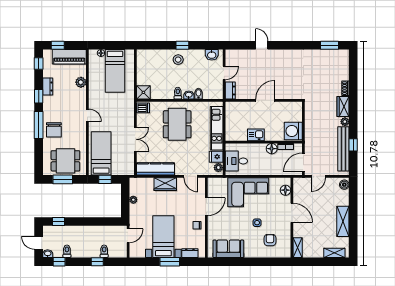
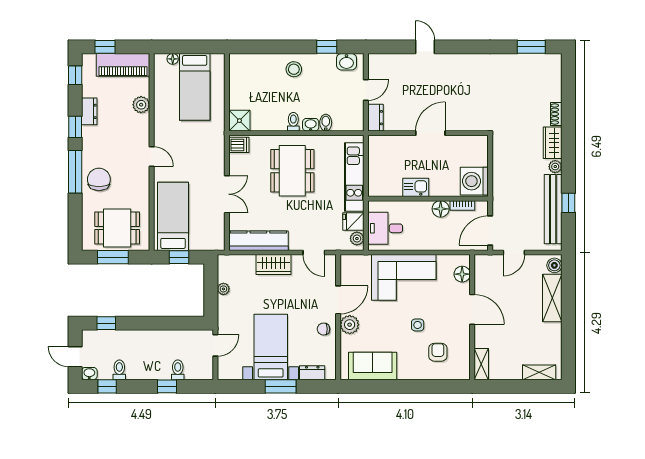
window: (182, 45) -> (327, 47), moved
chair: (54, 130) -> (99, 179), turned 180
shelving: (343, 221) -> (552, 298), moved
plant: (214, 222) -> (350, 325), added

